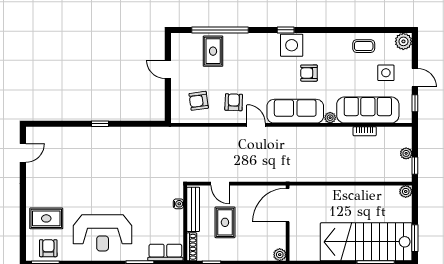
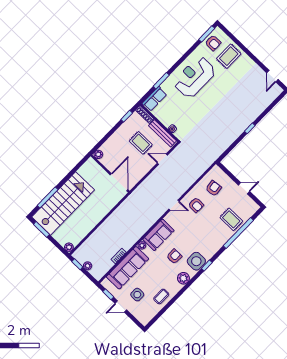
plant: (403, 41) -> (183, 278), moved
sofa: (295, 111) -> (158, 235), width x0.73

